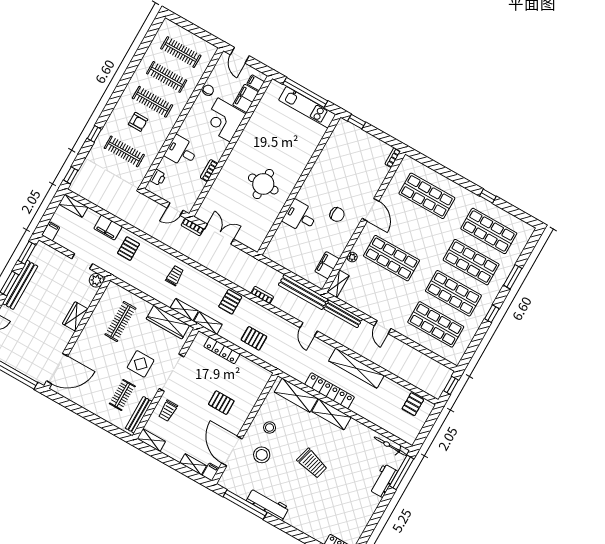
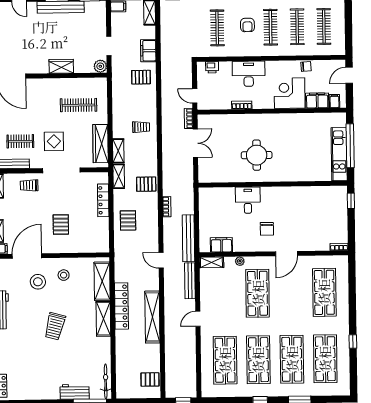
desk: (181, 151) -> (249, 74), width x1.37
door: (309, 329) -> (161, 260), hinge flipped

